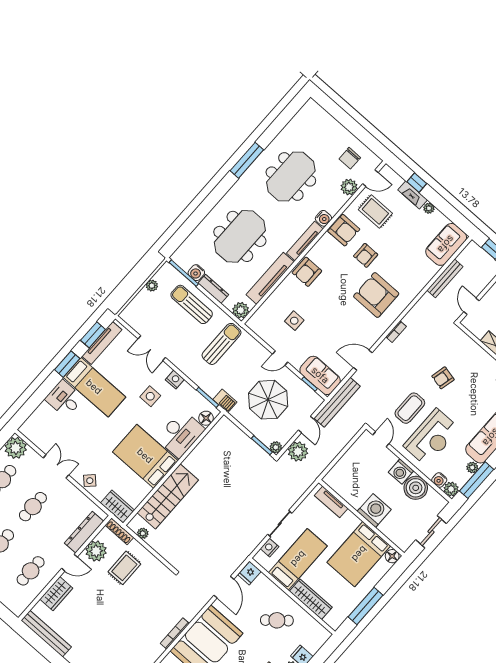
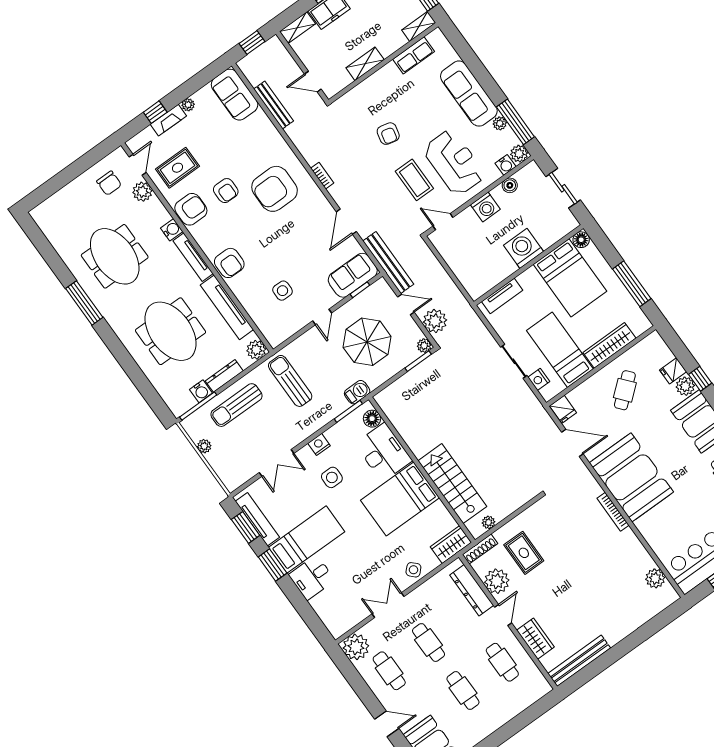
boiler: (416, 488) -> (510, 185), width x0.54, depth x0.54

